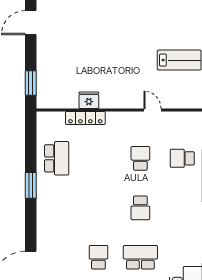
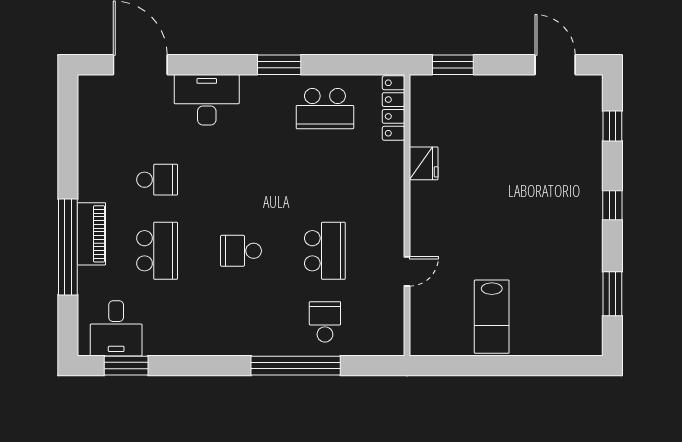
locker: (85, 118) -> (393, 108), moved
school desk: (140, 158) -> (325, 251), width x1.85
desk: (51, 228) -> (207, 100), added

